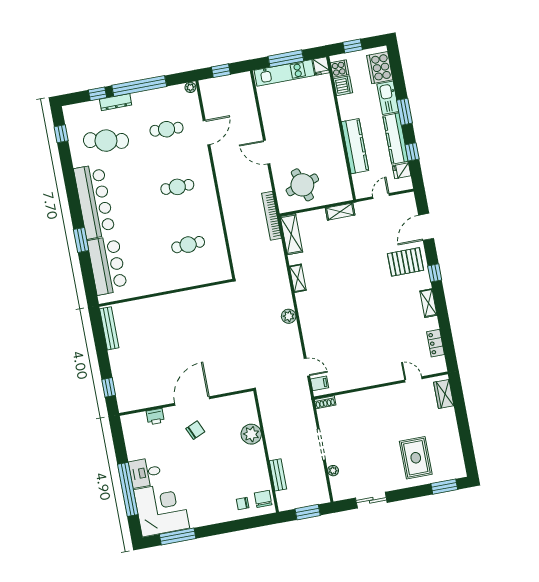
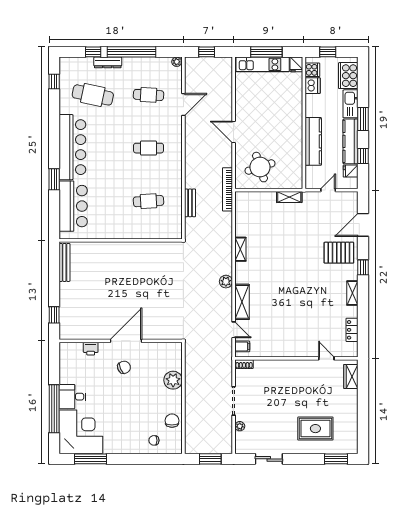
shelving: (291, 234) -> (242, 302), moved
rug: (416, 458) -> (315, 429), turned 90
bench: (278, 475) -> (190, 203), moved
chair: (263, 499) -> (172, 421), moved

